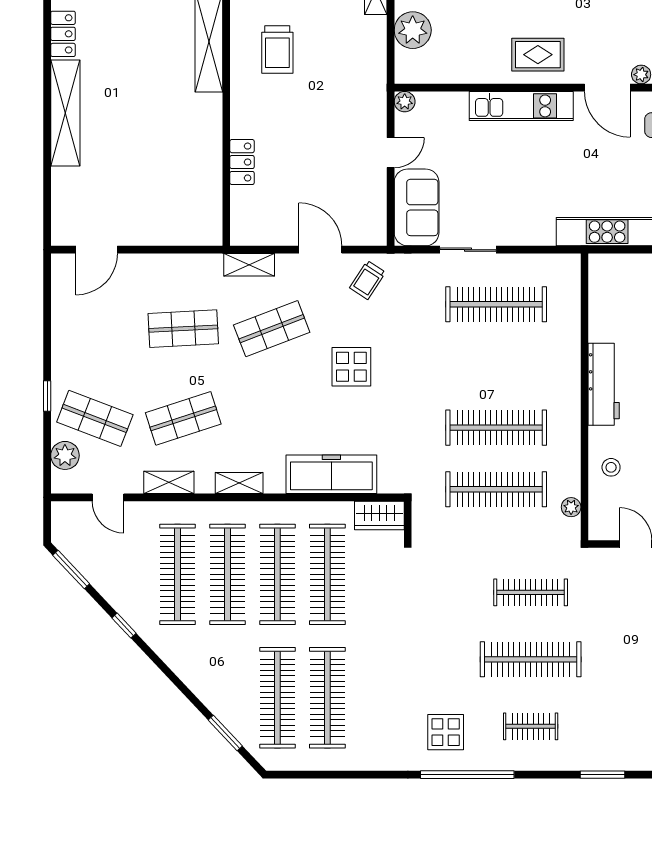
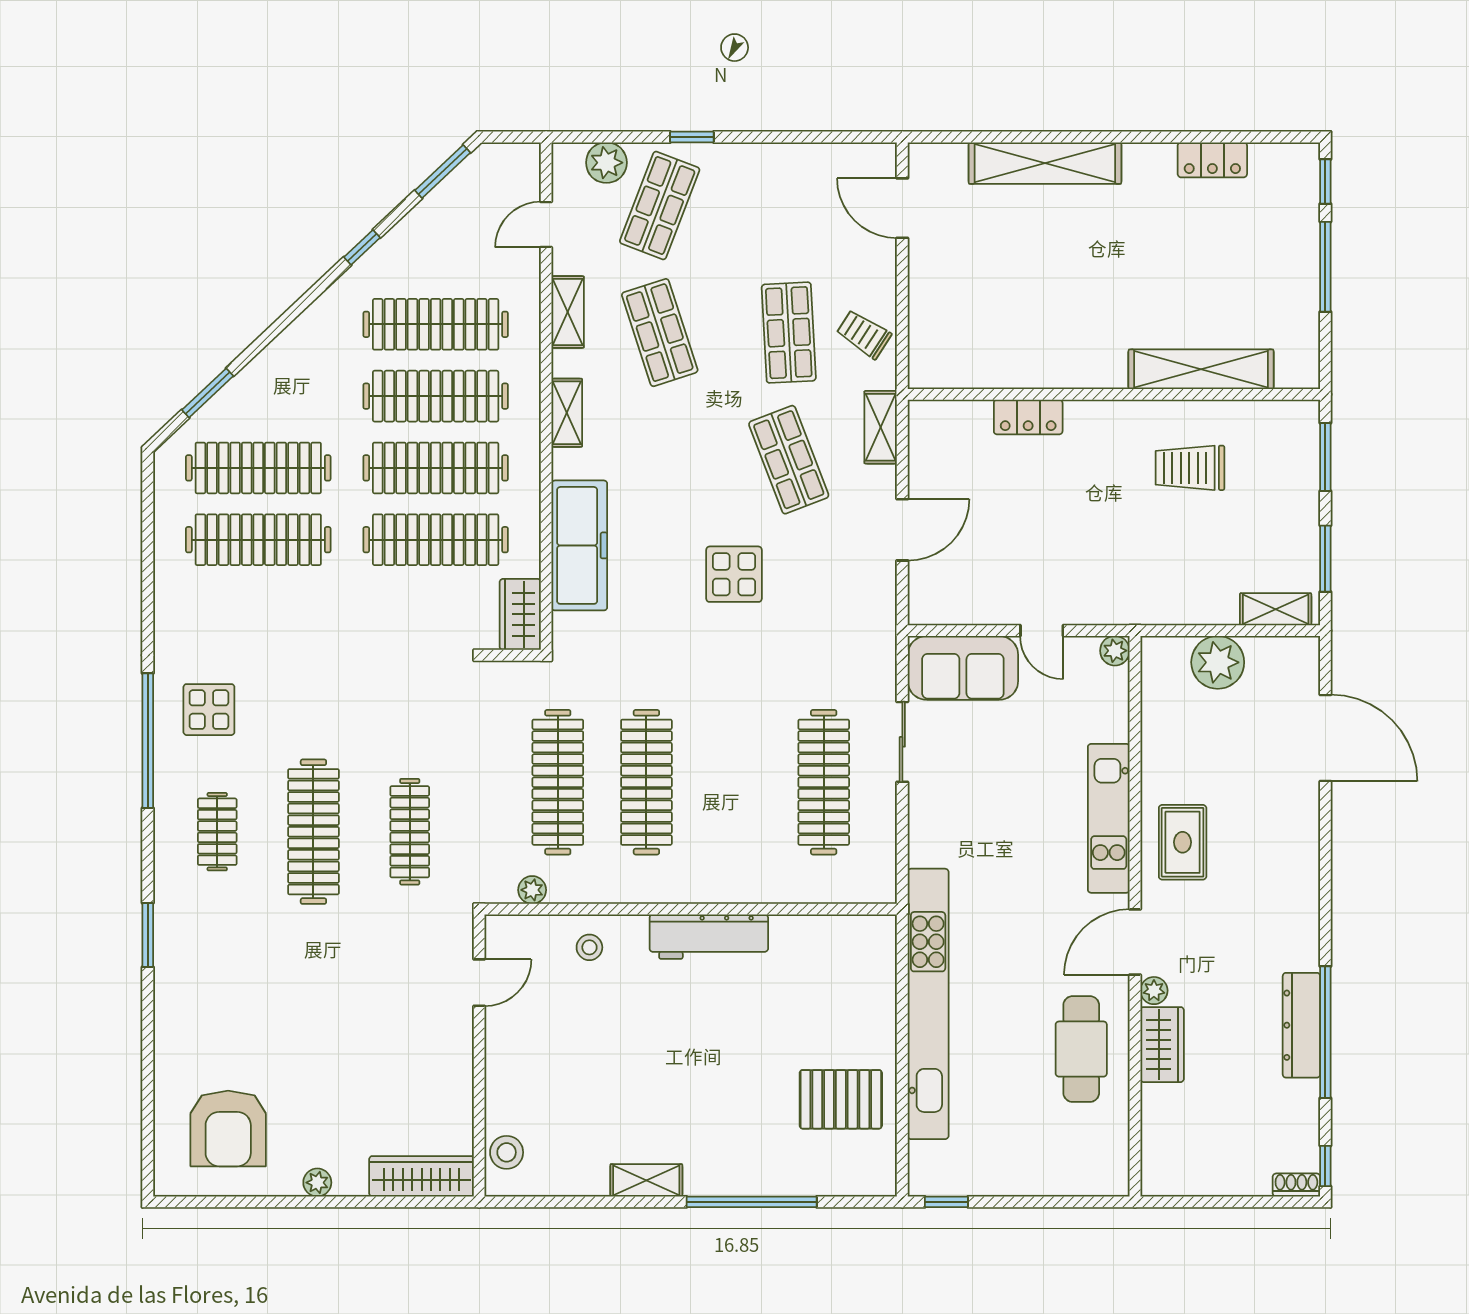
shelving: (65, 113) -> (1045, 163), moved
trolley: (368, 280) -> (864, 334), moved

